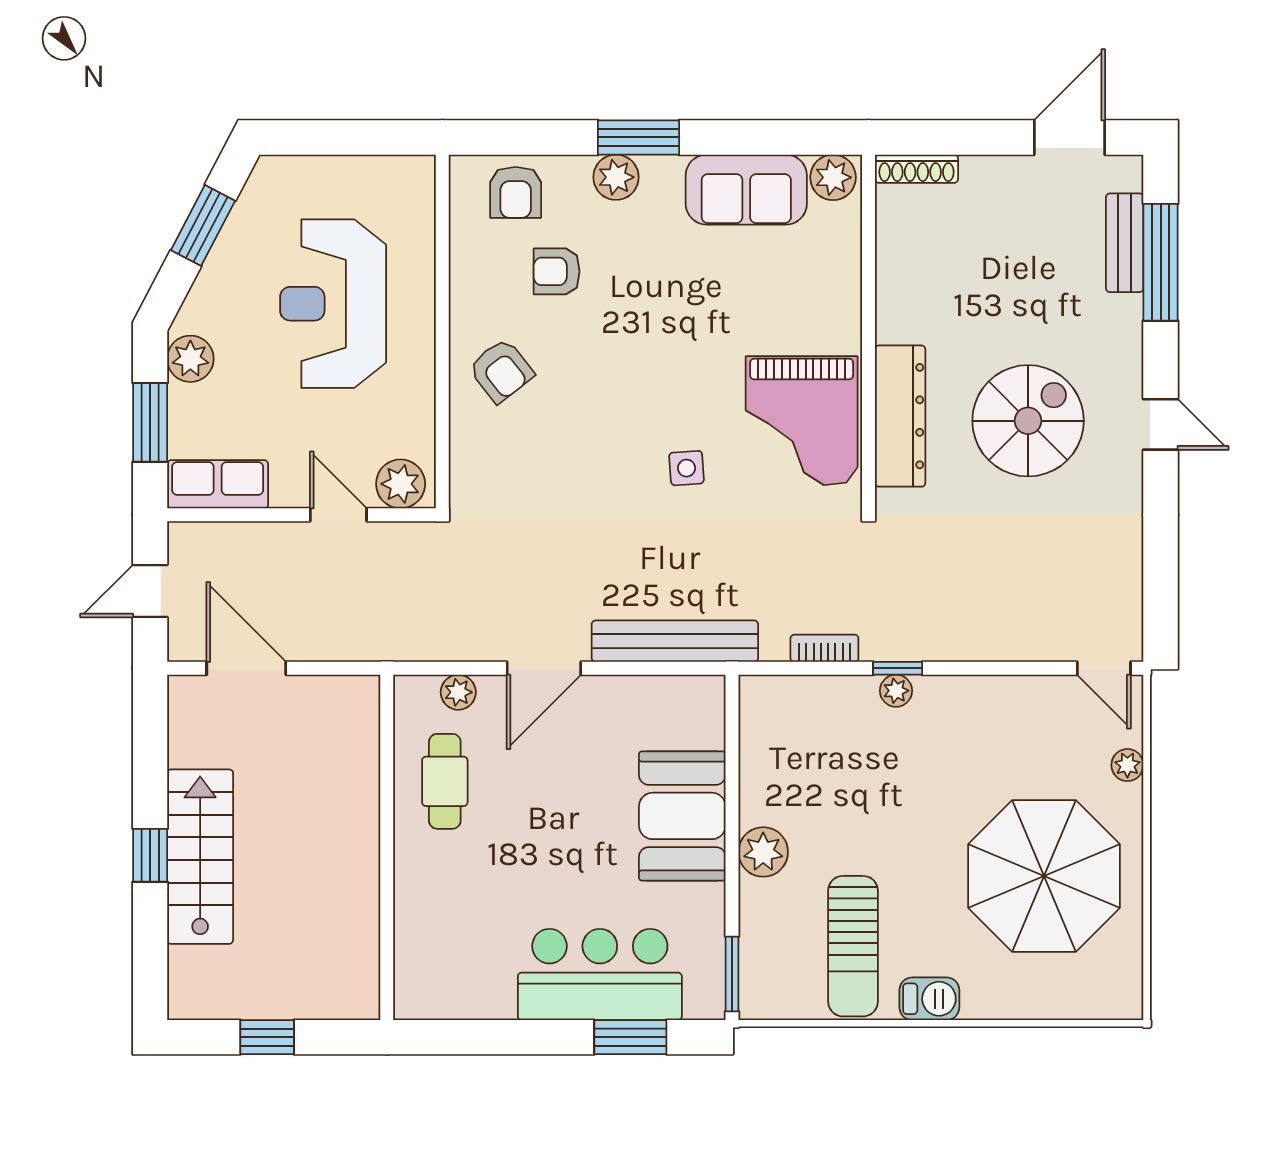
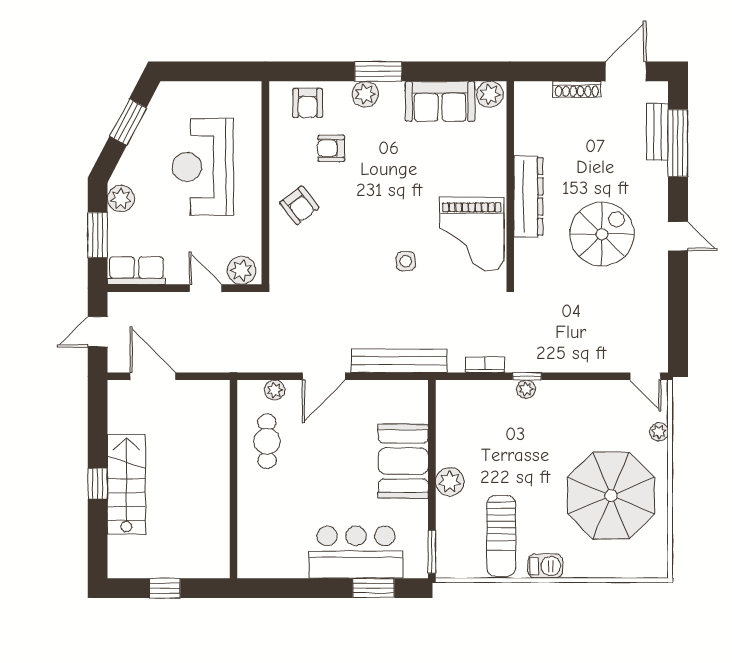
shoe rack: (916, 169) -> (577, 89), moved
dresser: (900, 416) -> (528, 196), moved

